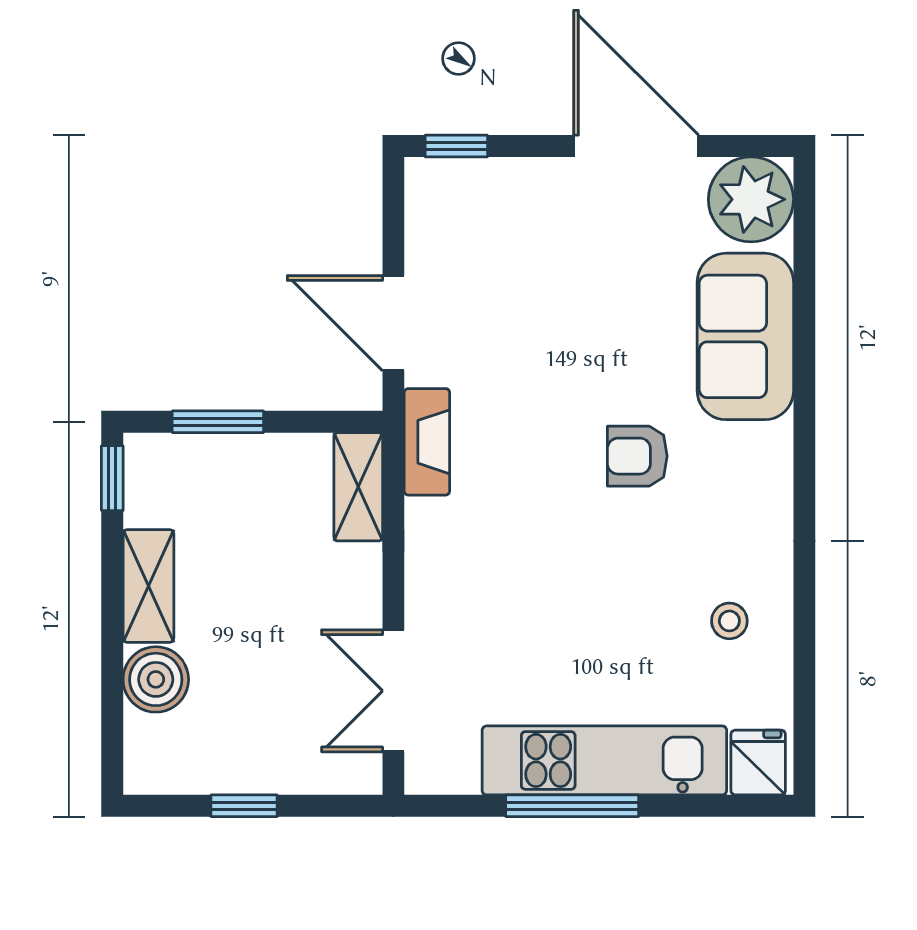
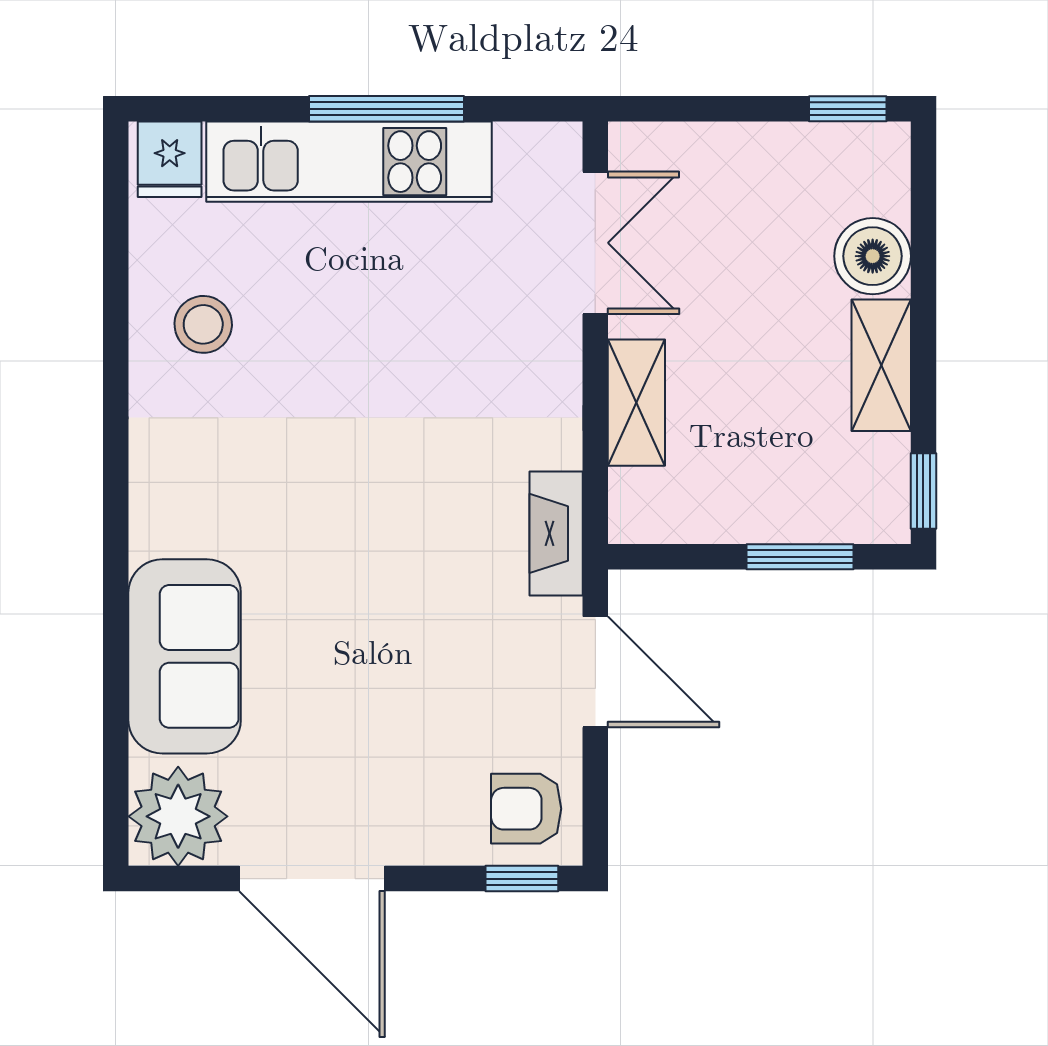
armchair: (637, 456) -> (526, 809), moved, turned 180
shelving: (358, 487) -> (636, 403), moved
stool: (729, 621) -> (203, 324), width x1.37, depth x1.37
window: (244, 806) -> (848, 109), moved

